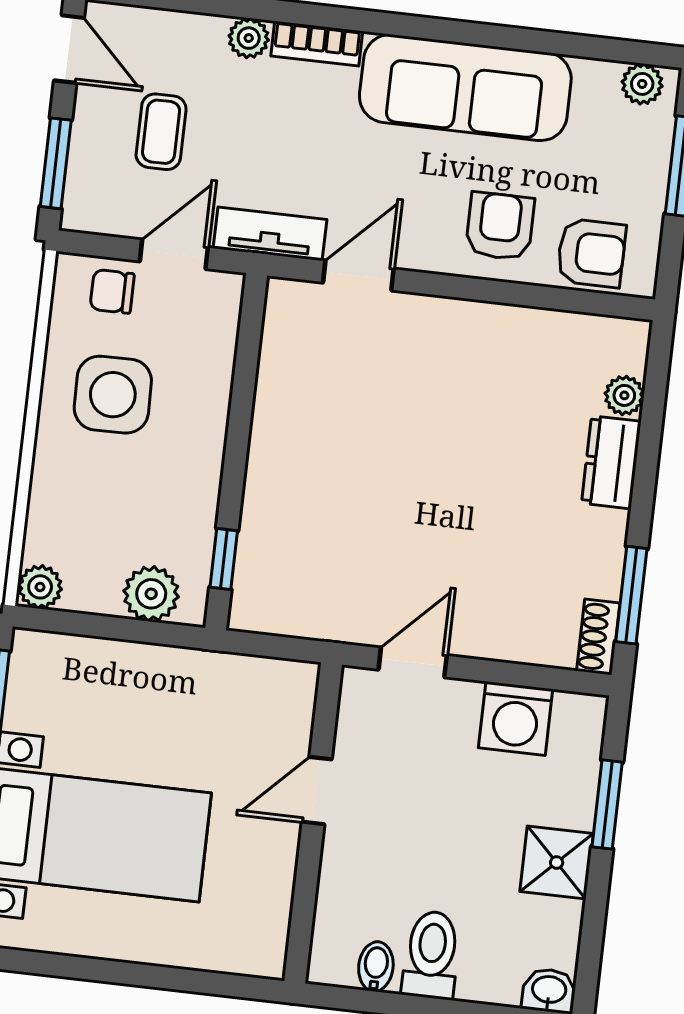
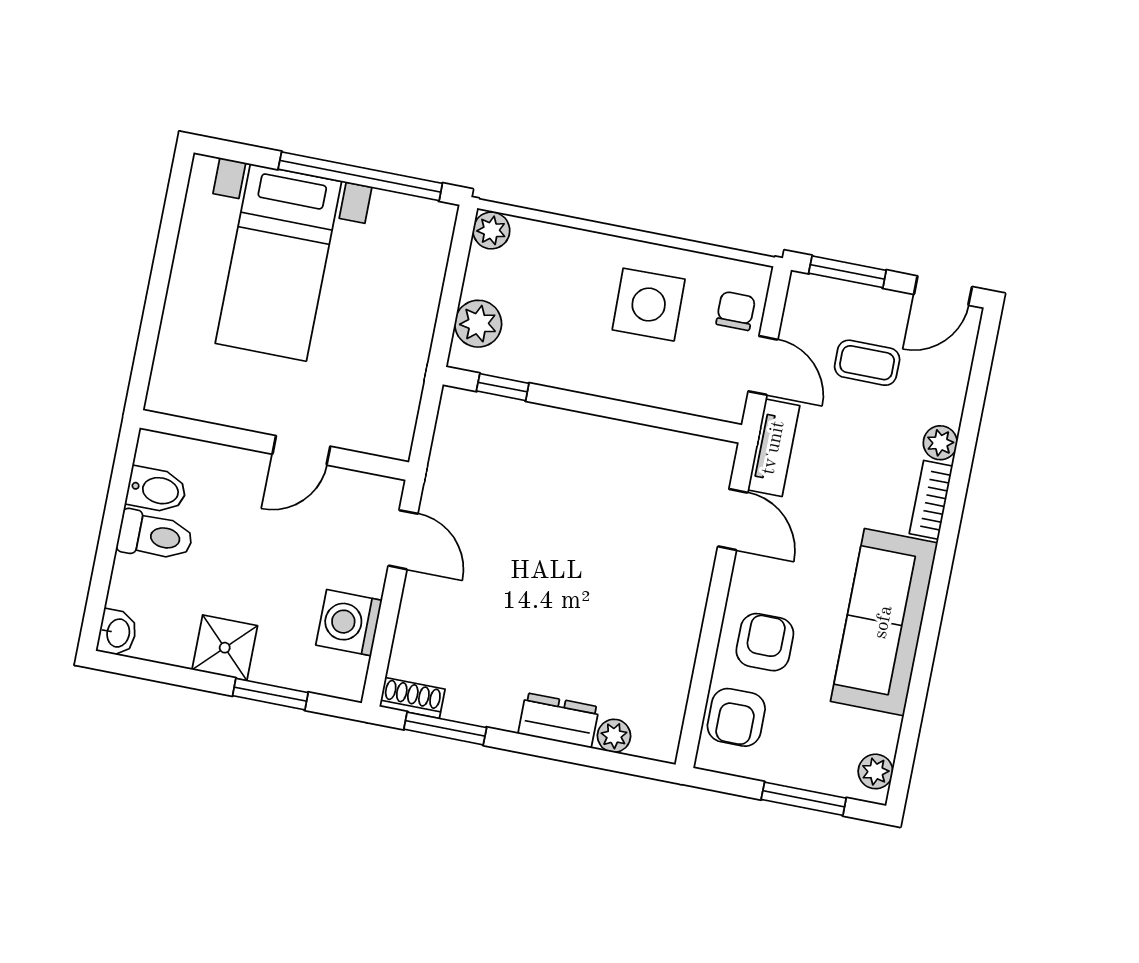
armchair: (500, 226) -> (765, 642), turned -90
door: (317, 791) -> (301, 450), swing flipped
bidet: (376, 967) -> (156, 490), width x1.38, depth x1.36

